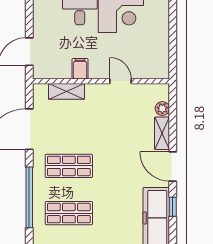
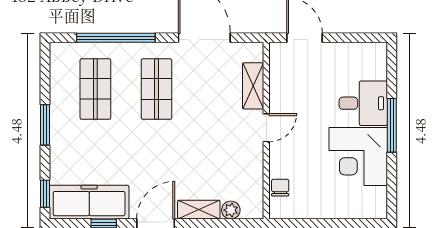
filing cabinet: (80, 69) -> (282, 104), removed
chair: (145, 70) -> (280, 188), added
door: (120, 81) -> (266, 128), moved

